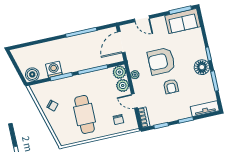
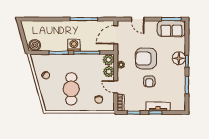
floor lamp: (202, 67) -> (179, 58), moved
washing machine: (54, 69) -> (74, 45), moved
tv unit: (205, 109) -> (158, 107), moved

